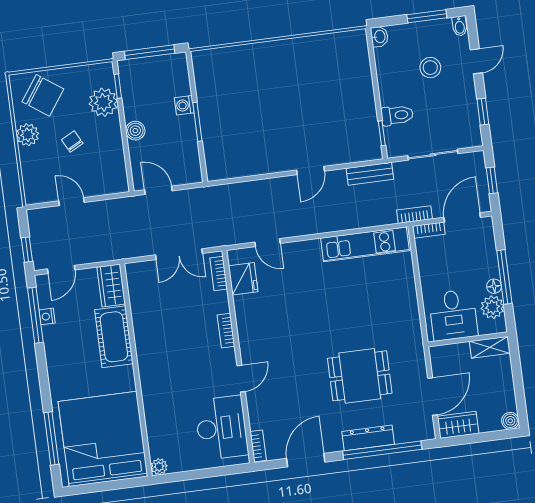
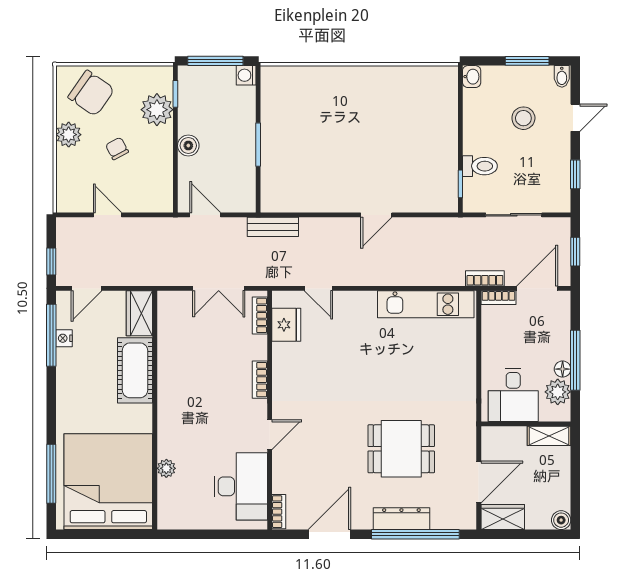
washing machine: (184, 105) -> (246, 75), moved
bench: (370, 174) -> (273, 227), moved
plant: (159, 467) -> (166, 468), moved

